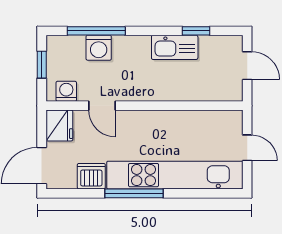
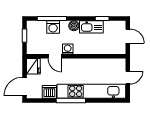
boiler: (140, 45) -> (74, 26), added
washing machine: (66, 91) -> (68, 49), moved
door: (247, 148) -> (128, 77), hinge flipped

